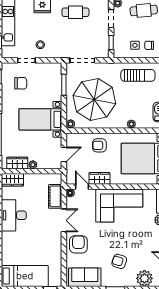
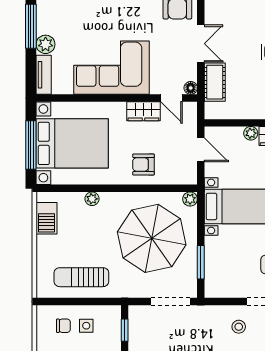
armchair: (99, 145) -> (143, 165), turned 180
door: (64, 154) -> (201, 150), swing flipped
double door: (64, 220) -> (201, 44), swing flipped

